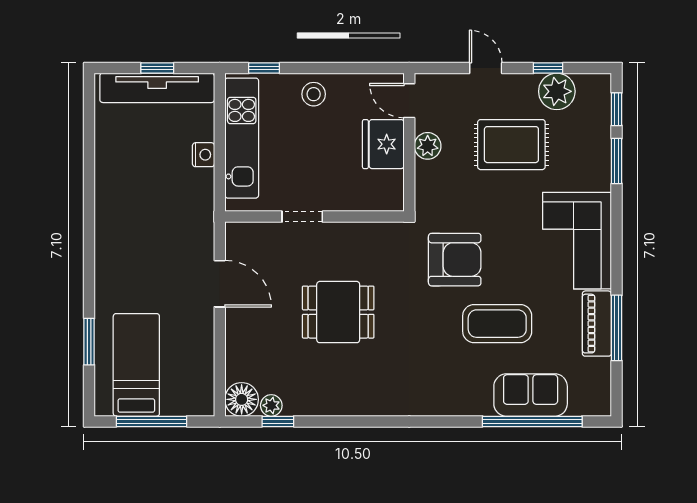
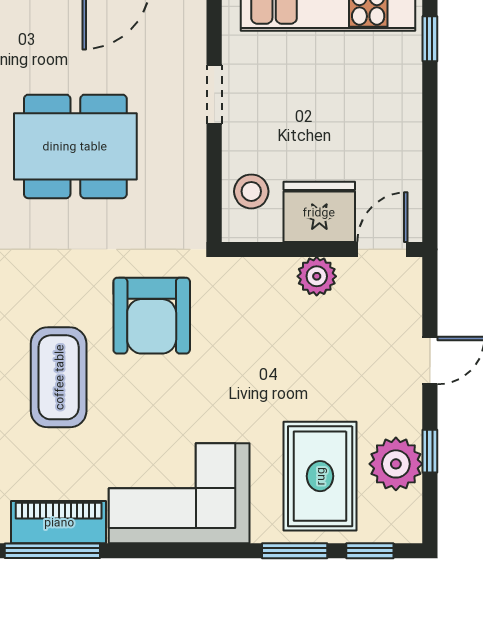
stool: (314, 94) -> (251, 191), moved
rug: (511, 145) -> (320, 476), moved
dining table: (338, 312) -> (75, 146), width x1.38

